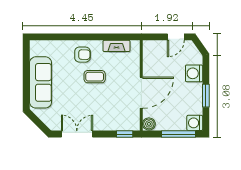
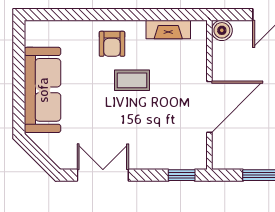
armchair: (82, 55) -> (112, 44), turned 89
boiler: (149, 124) -> (222, 30), moved

